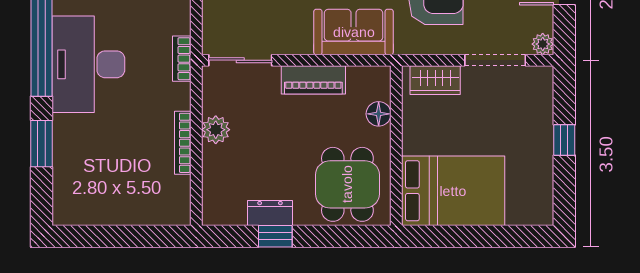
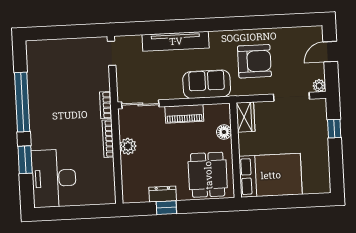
desk: (88, 64) -> (54, 178), moved
wardrobe: (435, 80) -> (246, 117), moved, turned -90
window: (564, 140) -> (334, 129), moved
bookcase: (183, 143) -> (108, 139), moved

